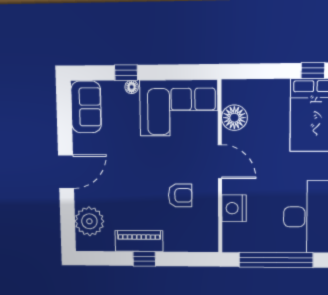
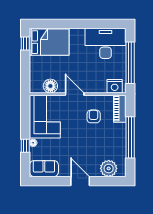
door: (220, 162) -> (75, 94), hinge flipped
nightstand: (234, 208) -> (115, 86), moved
piano: (139, 241) -> (120, 109), moved
window: (144, 259) -> (130, 137), width x3.17

